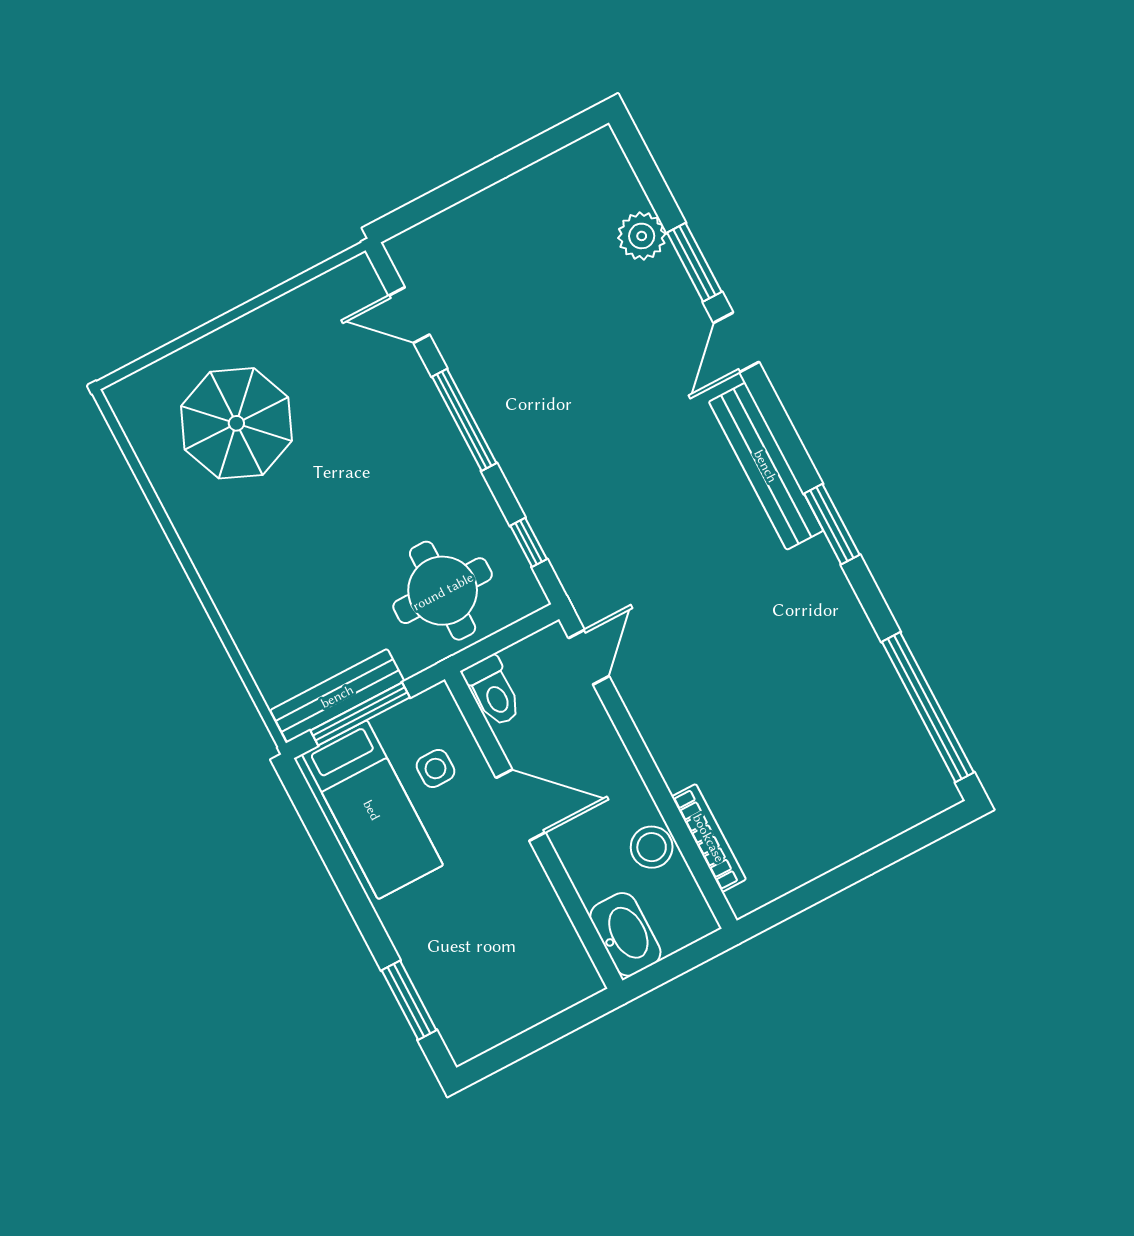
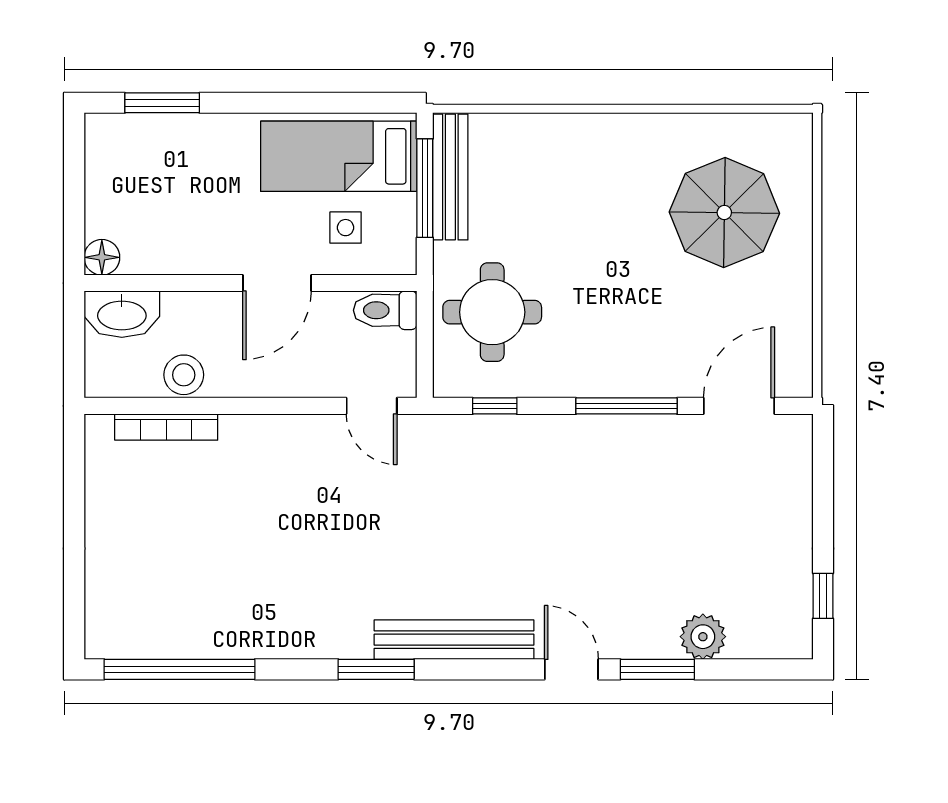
window: (545, 144) -> (823, 596), added
door: (409, 315) -> (739, 406), width x1.38
floor lamp: (582, 981) -> (102, 257), added

